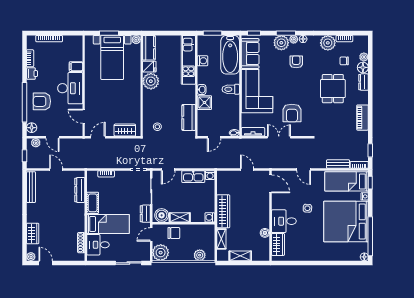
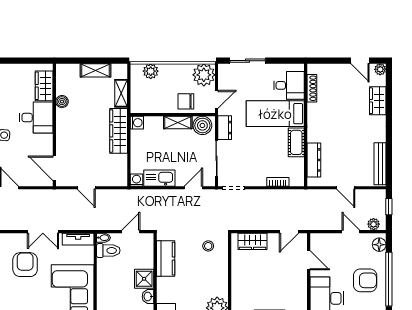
toilet: (231, 89) -> (108, 251), moved

